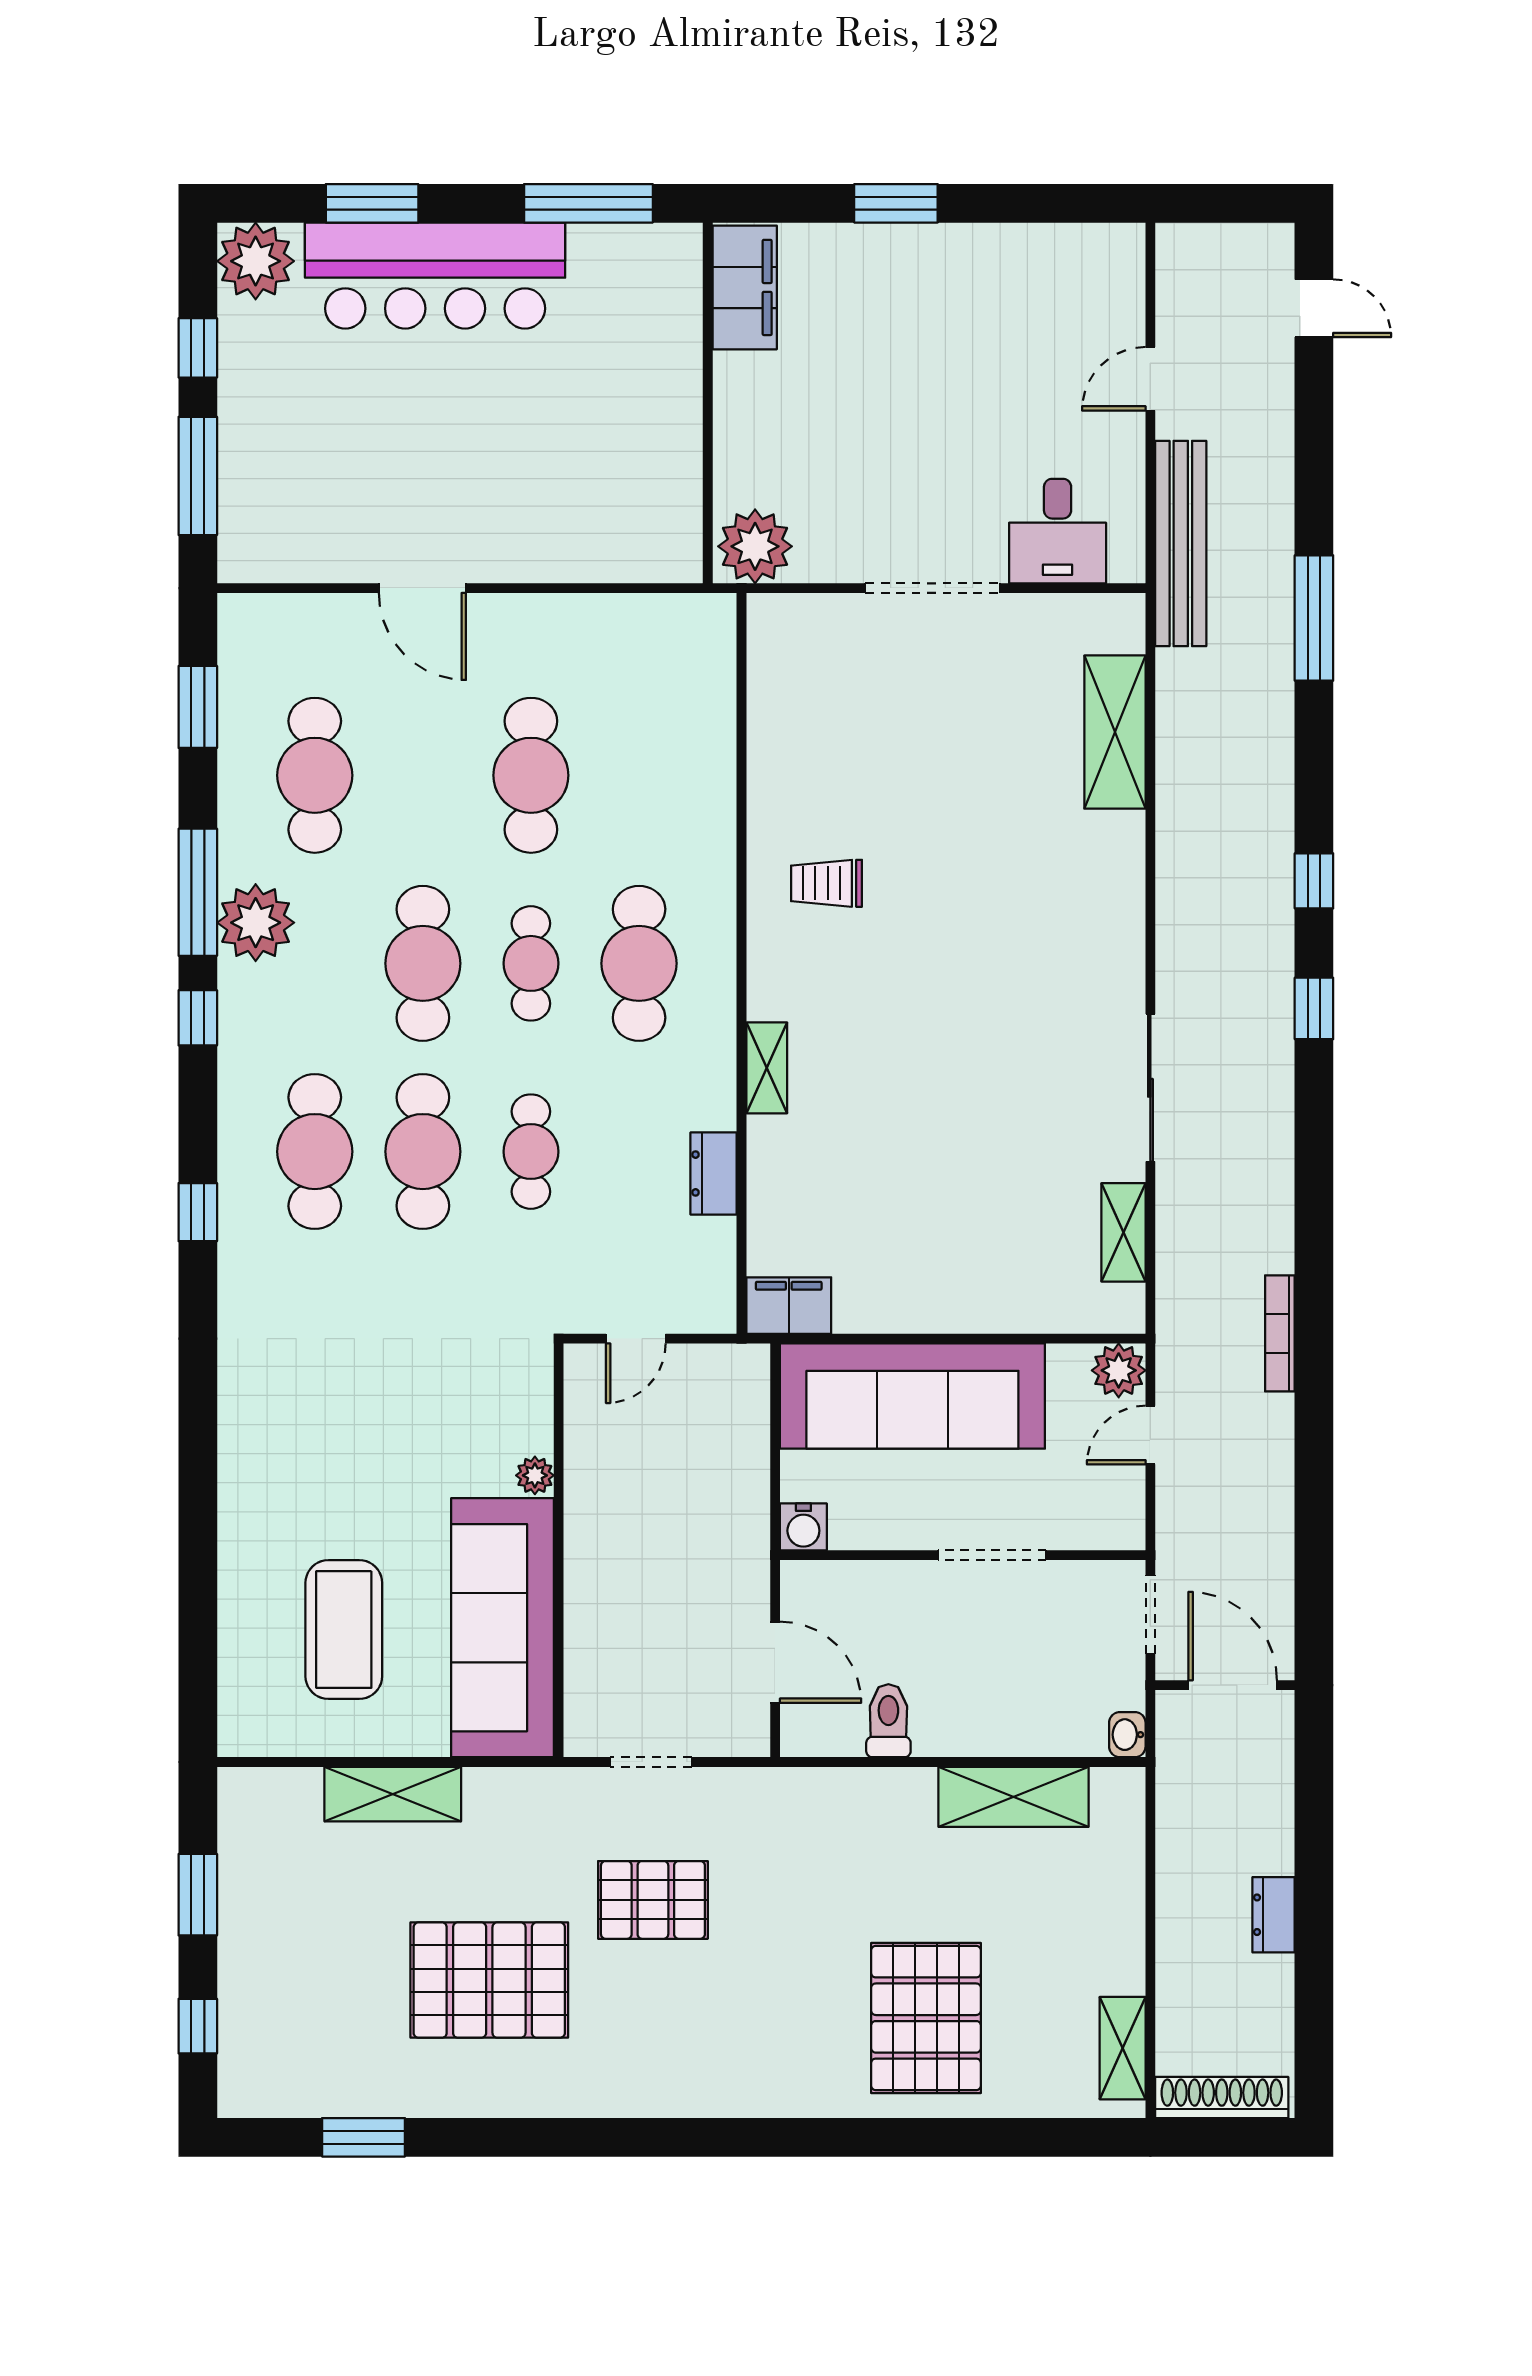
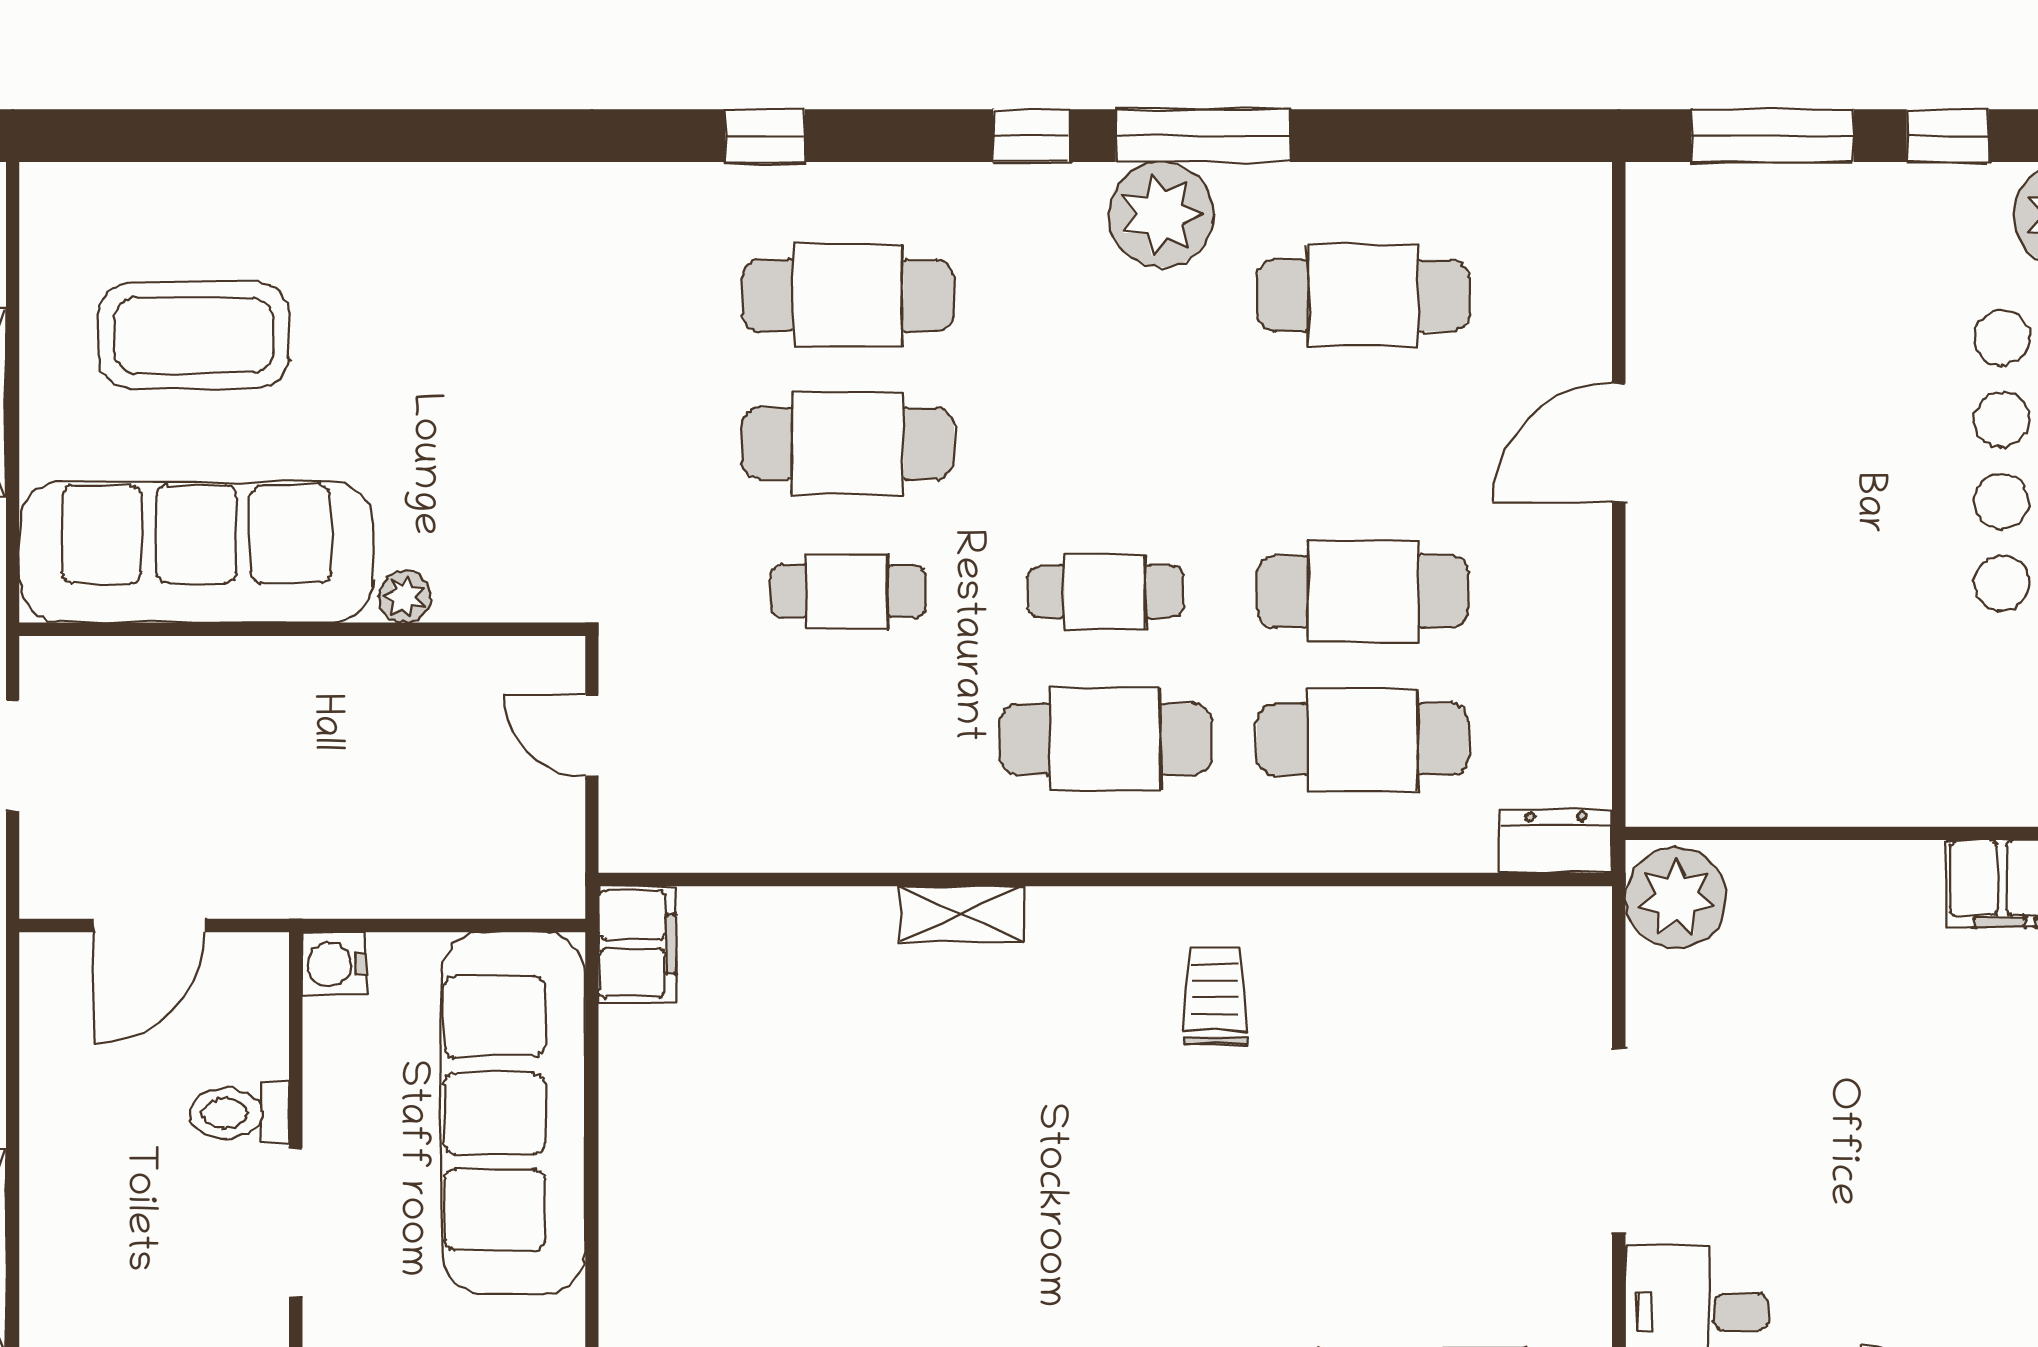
window: (198, 707) -> (1456, 136), removed
cafe table: (423, 963) -> (1363, 739), moved
dresser: (714, 1173) -> (1556, 841), moved
toilet: (888, 1721) -> (239, 1114), moved, turned 180

